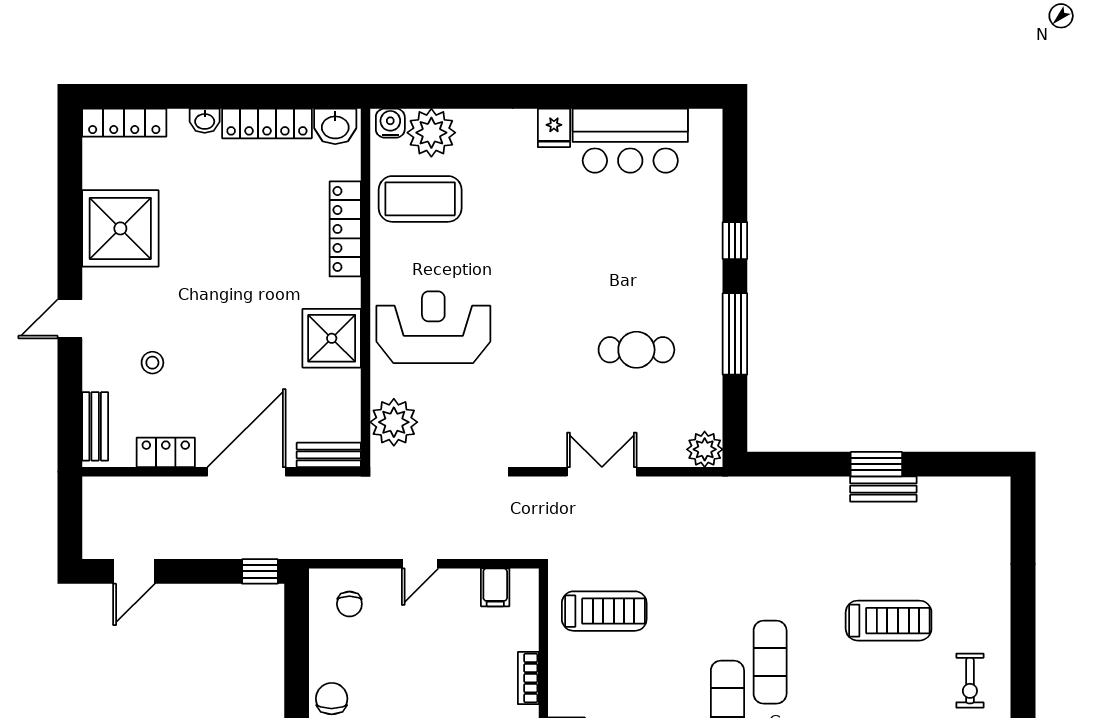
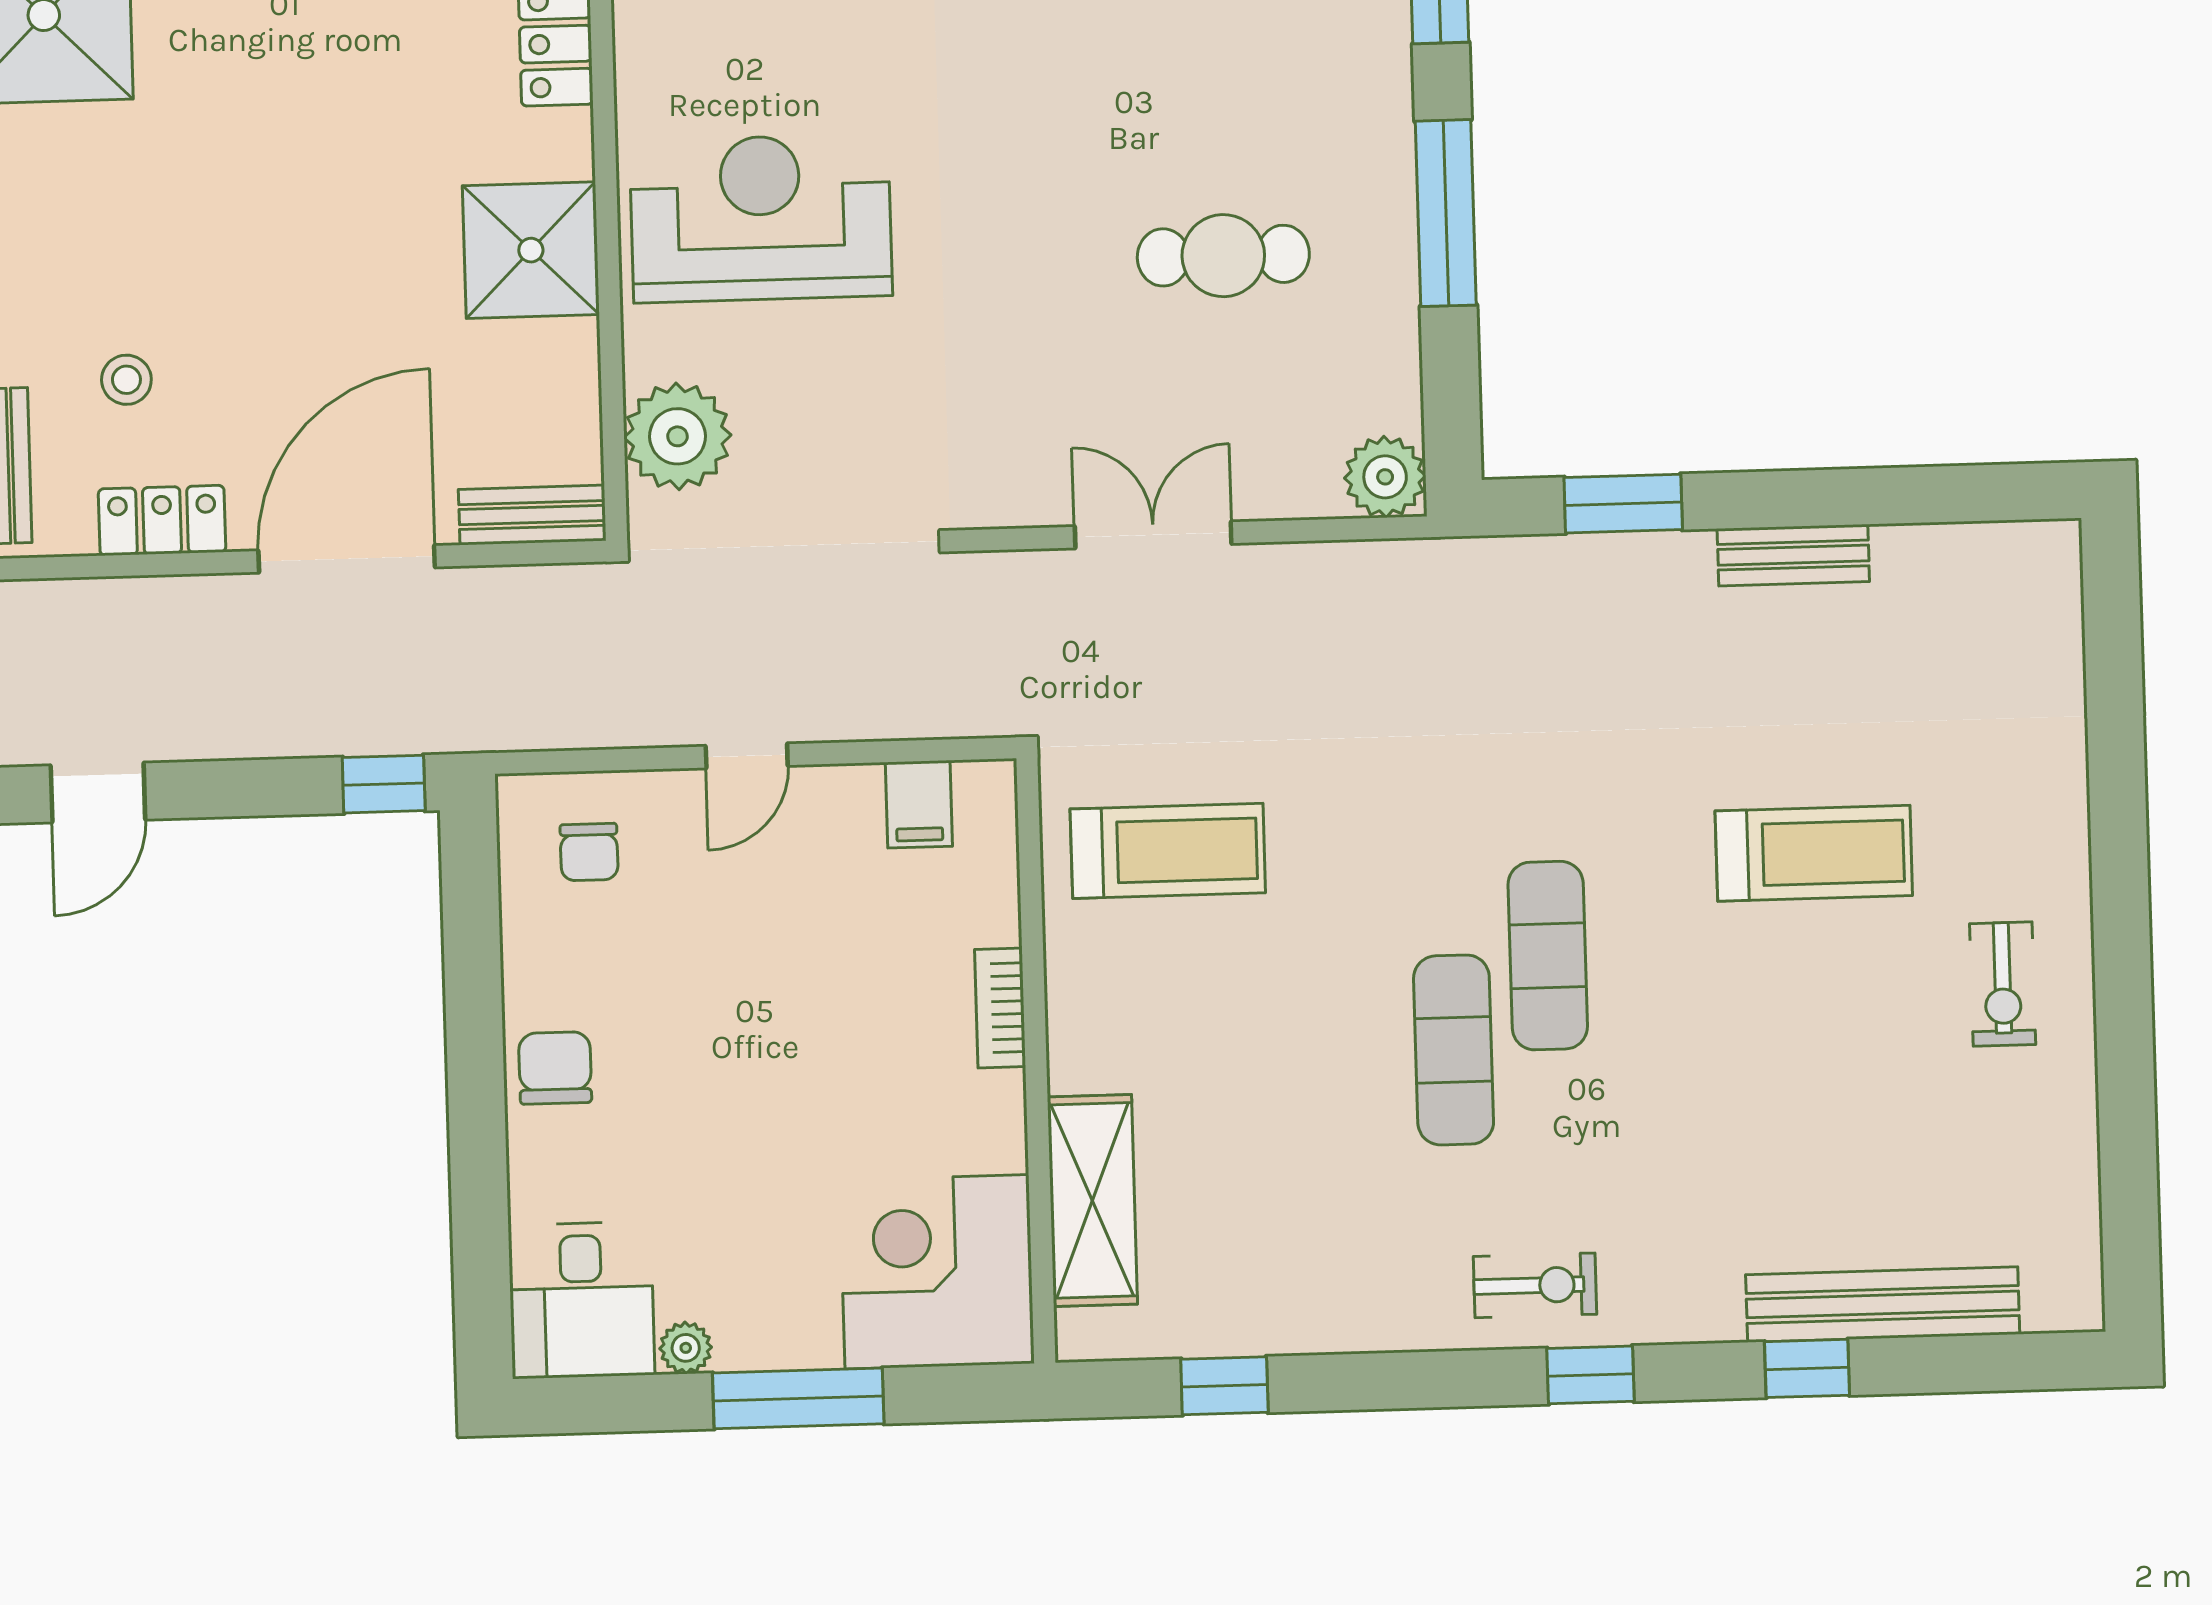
stool: (152, 363) -> (126, 380), moved
window: (876, 464) -> (1623, 504), moved

